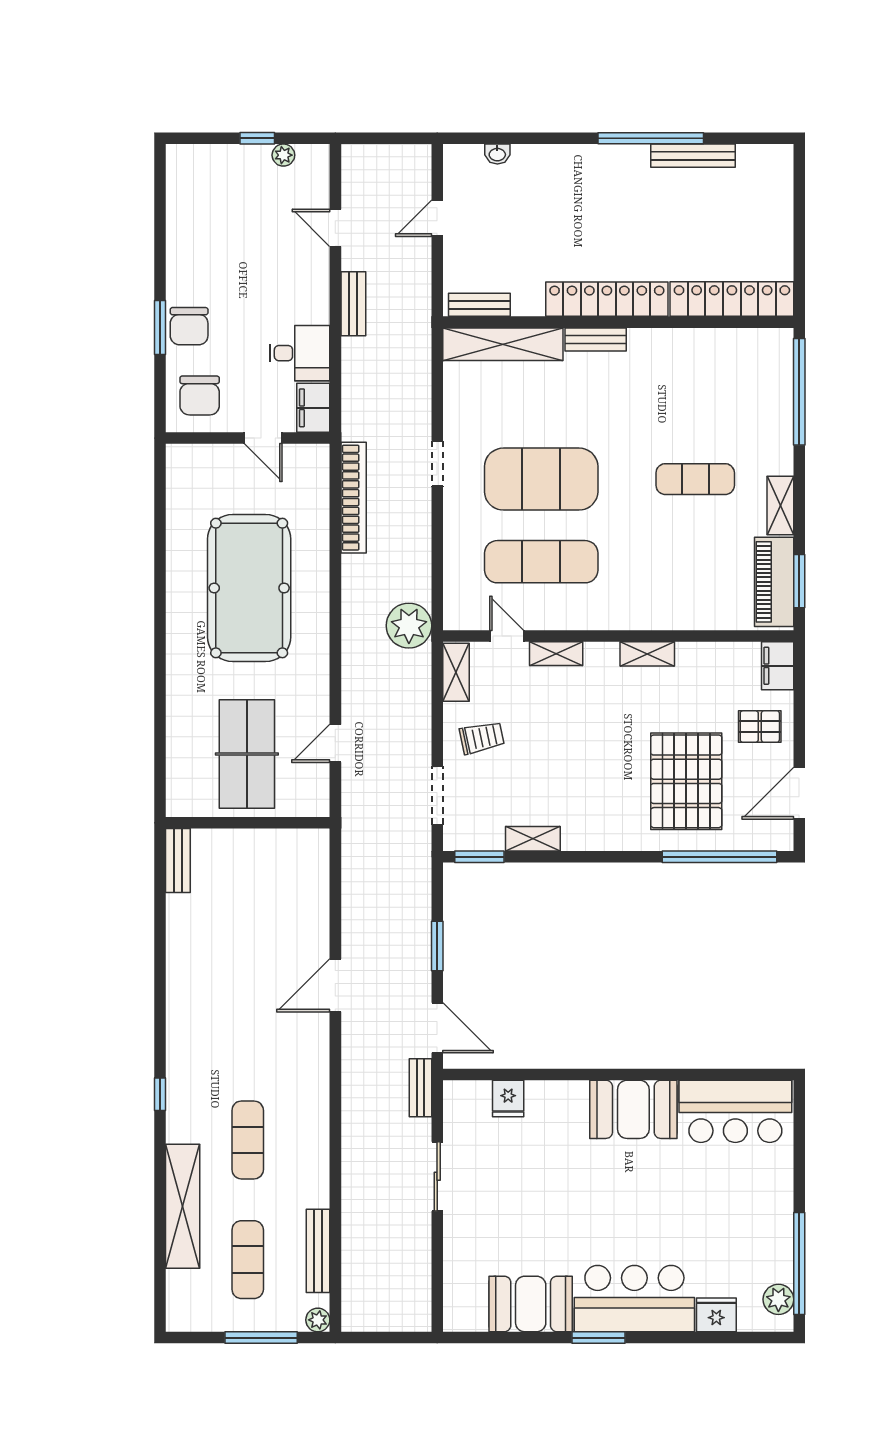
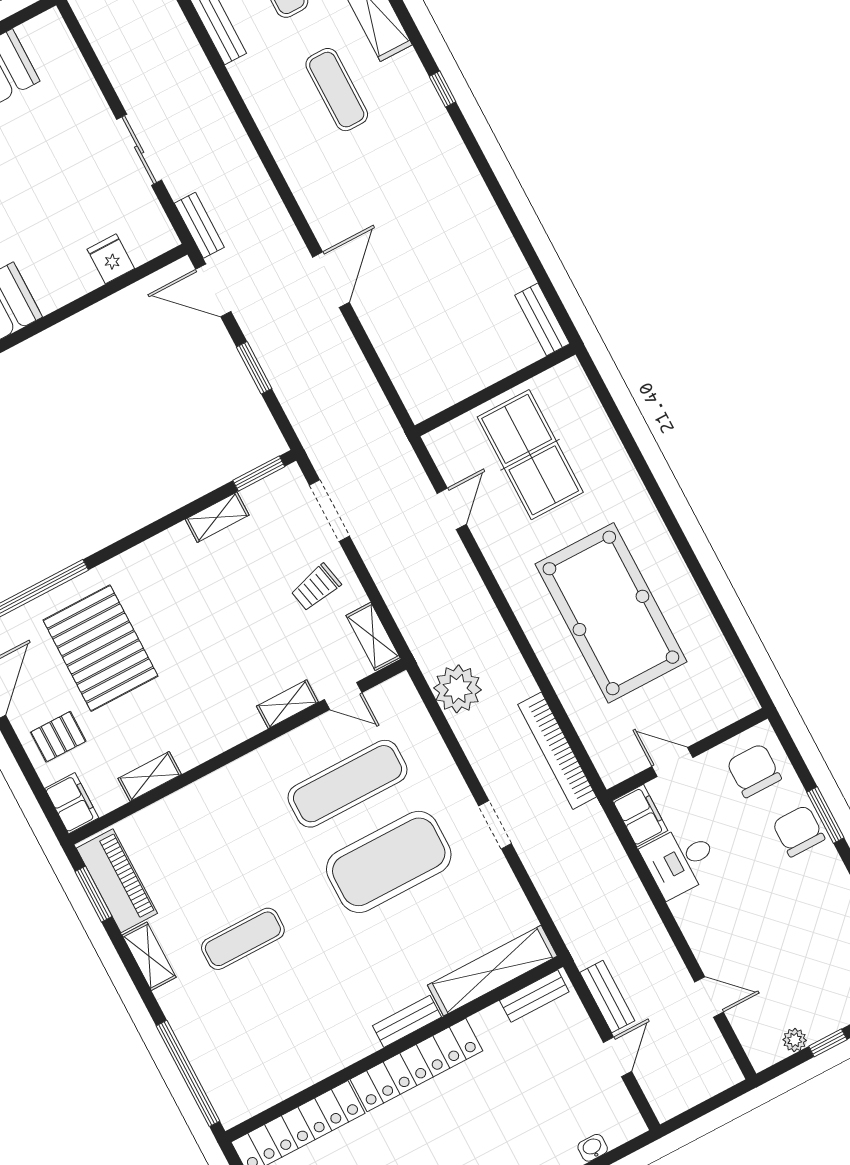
bench: (353, 304) -> (607, 997), moved
plant: (409, 626) -> (458, 689), moved
shelving: (647, 654) -> (150, 776), moved

